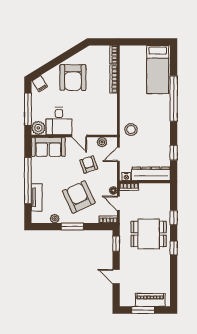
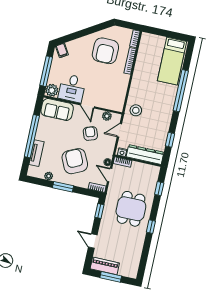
armchair: (73, 78) -> (105, 51), moved
window: (174, 218) -> (159, 189), moved
dining table: (149, 234) -> (131, 209), turned 90
piano: (150, 300) -> (105, 266), moved

